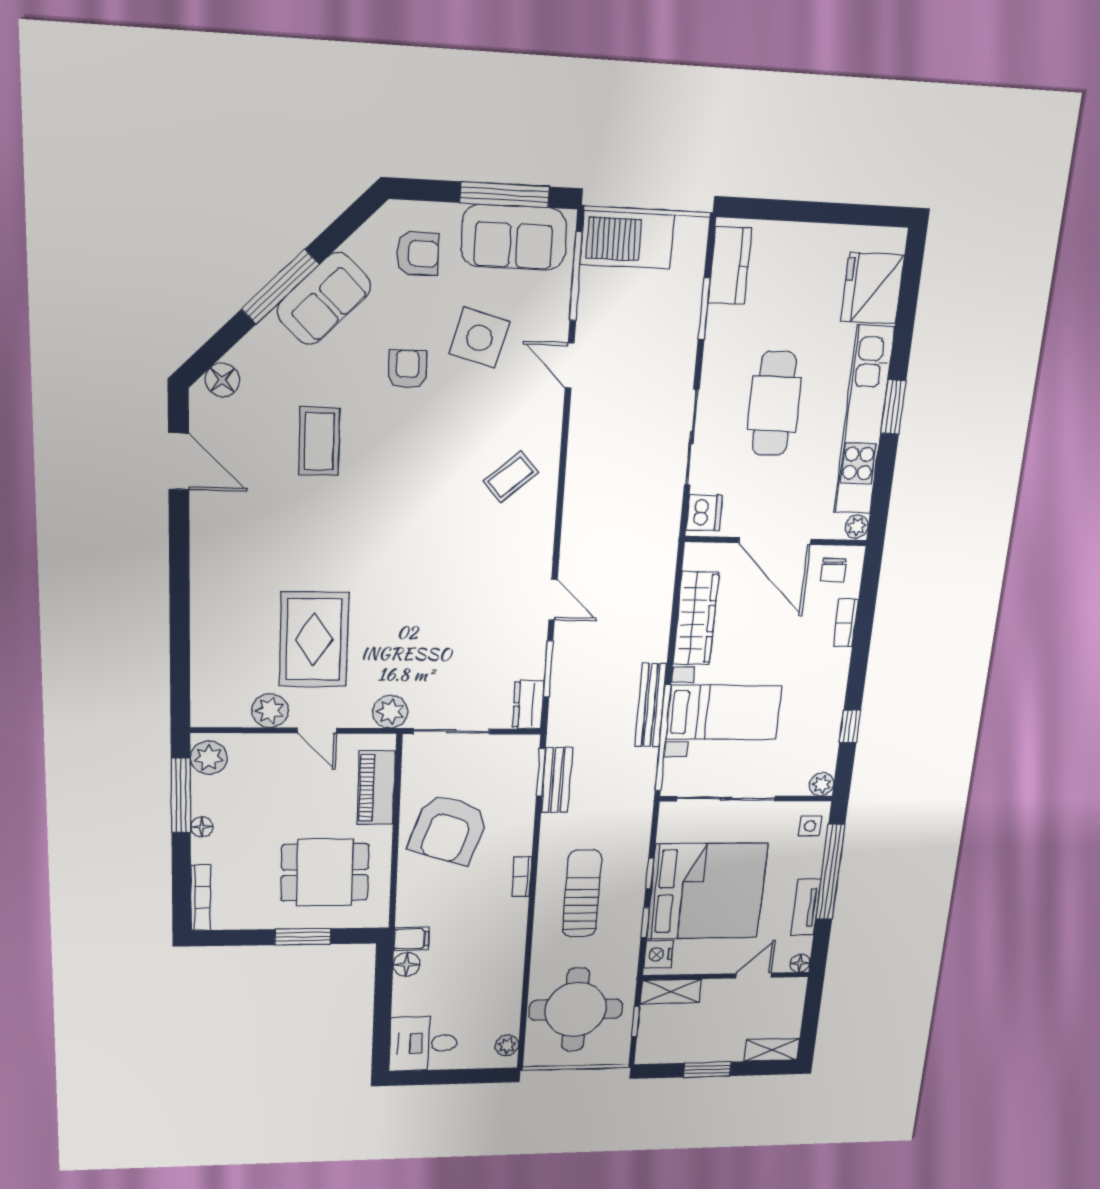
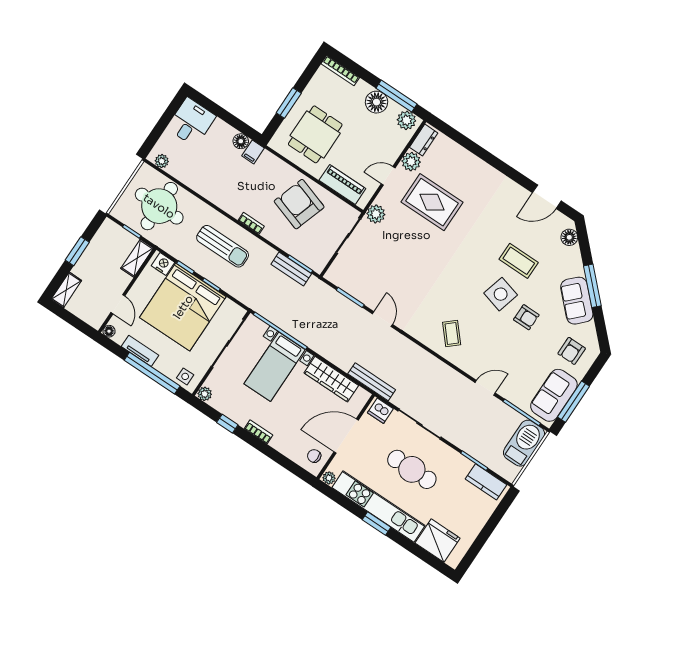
side table: (479, 338) -> (501, 294), moved
door: (553, 600) -> (382, 319), swing flipped
bookcase: (846, 623) -> (259, 432), moved
dresser: (528, 705) -> (424, 140), moved, turned 90
bench: (651, 705) -> (372, 382), moved
floor lamp: (202, 827) -> (377, 102), width x1.89, depth x1.89

